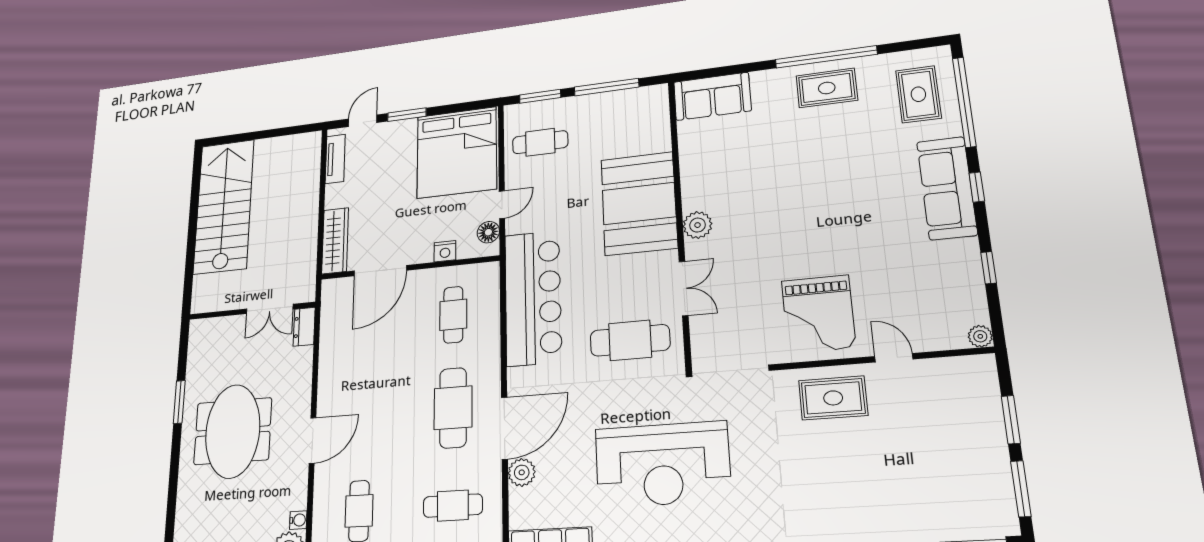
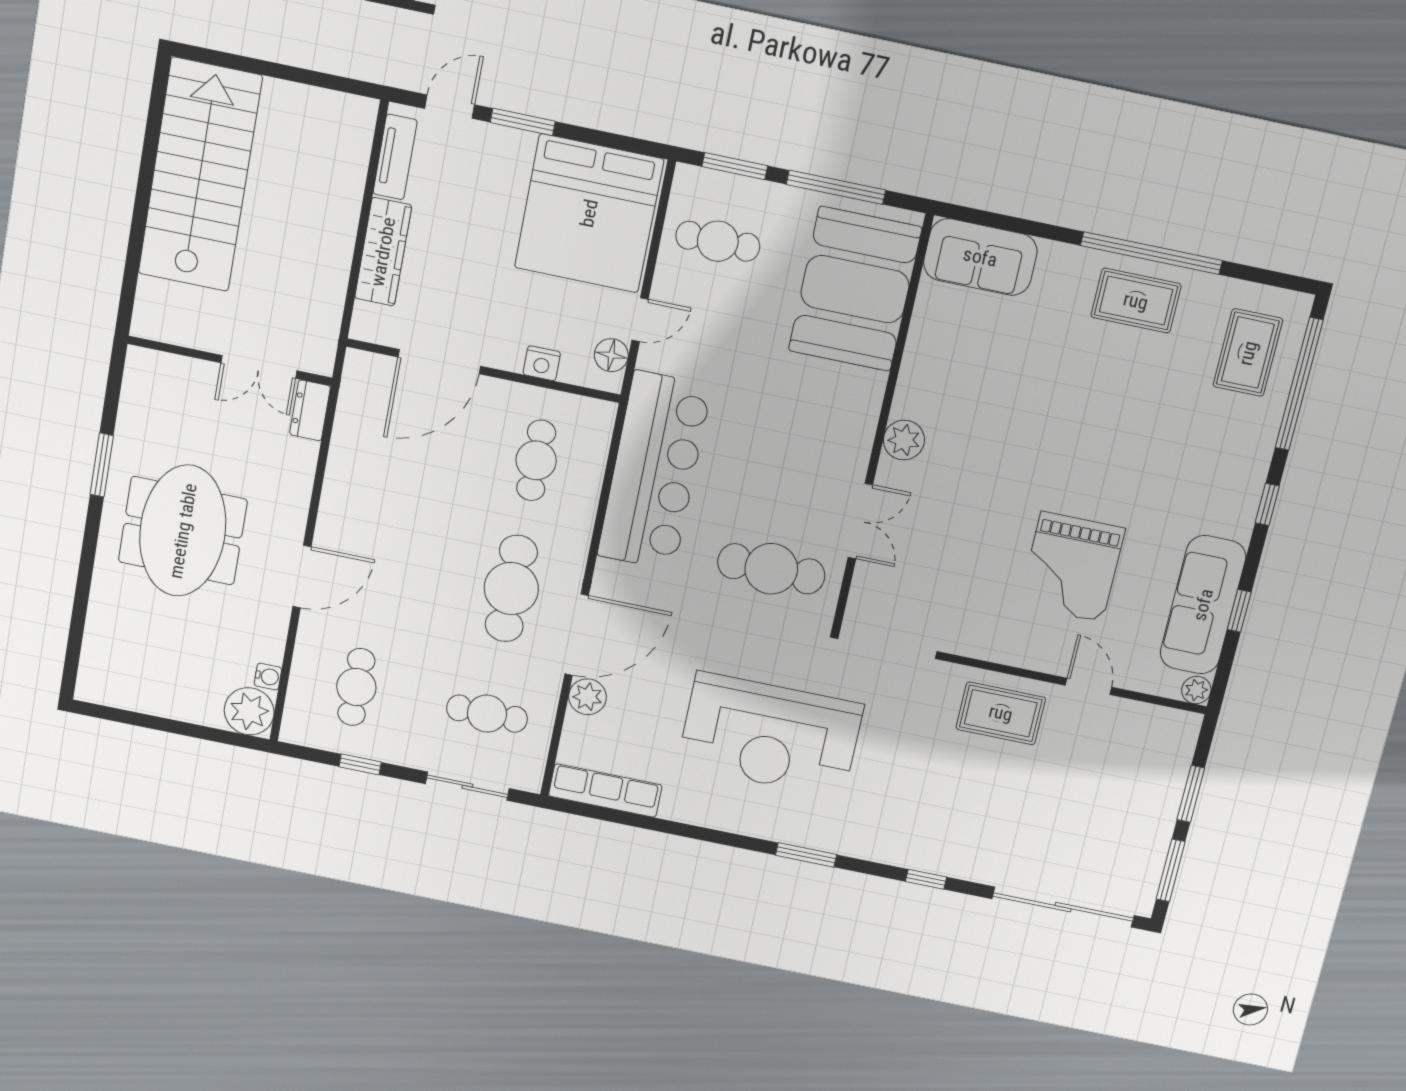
sofa: (947, 188) -> (1203, 605), moved
booth: (639, 204) -> (855, 289), moved
wardrobe: (335, 241) -> (383, 252), moved
grand piano: (818, 314) -> (1072, 567), moved

